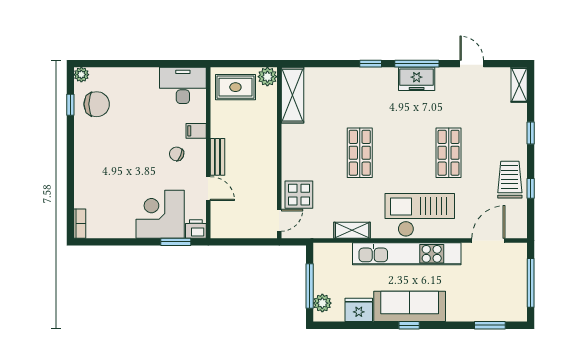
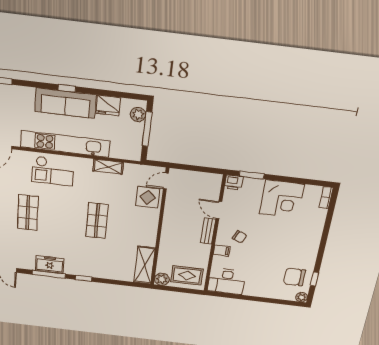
corner desk: (160, 214) -> (282, 199), moved
checkout: (420, 215) -> (53, 171), width x0.73, depth x0.83

